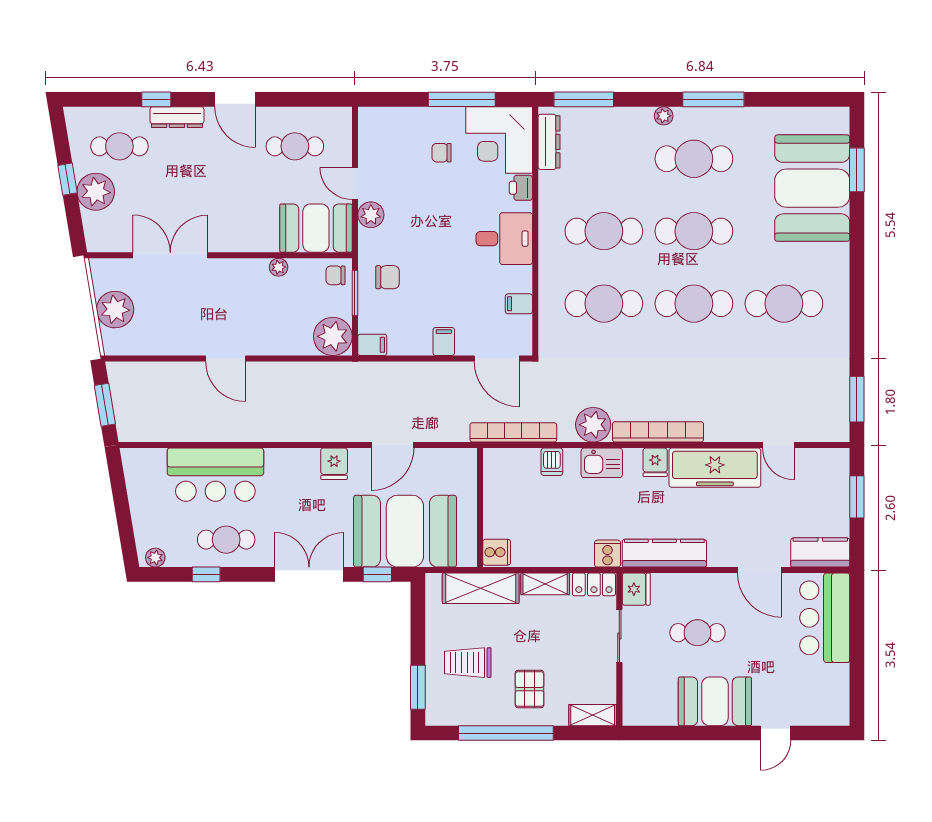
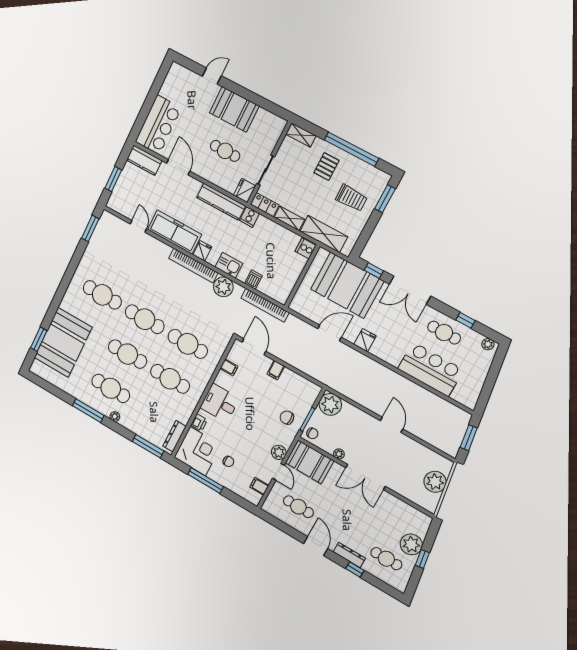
double door: (170, 255) -> (365, 477), moved
filing cabinet: (372, 345) -> (259, 486), moved

